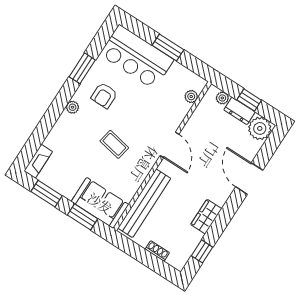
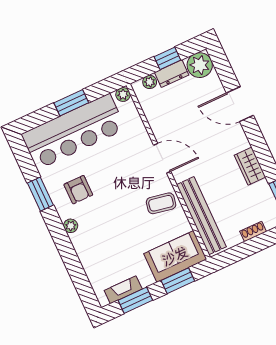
bar counter: (137, 57) -> (74, 132), width x1.36
plant: (191, 96) -> (123, 94), moved
coffee table: (114, 144) -> (161, 203), moved
fireplace: (38, 161) -> (123, 290), moved, turned -90

